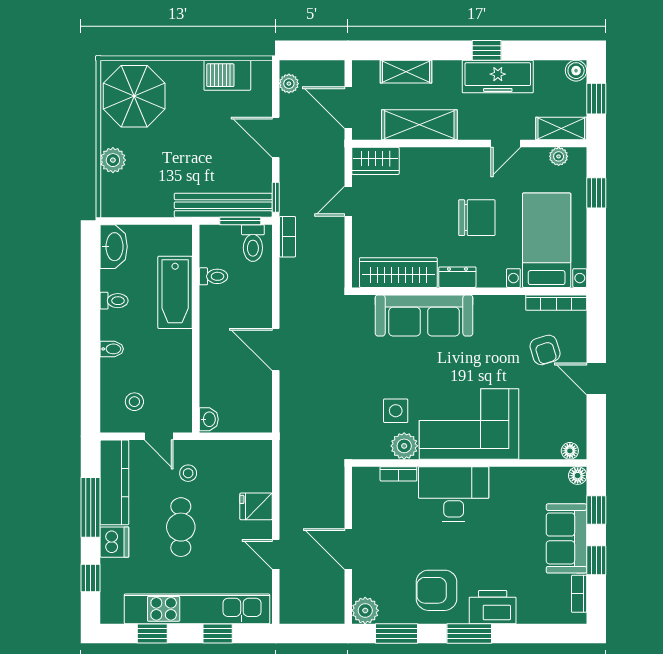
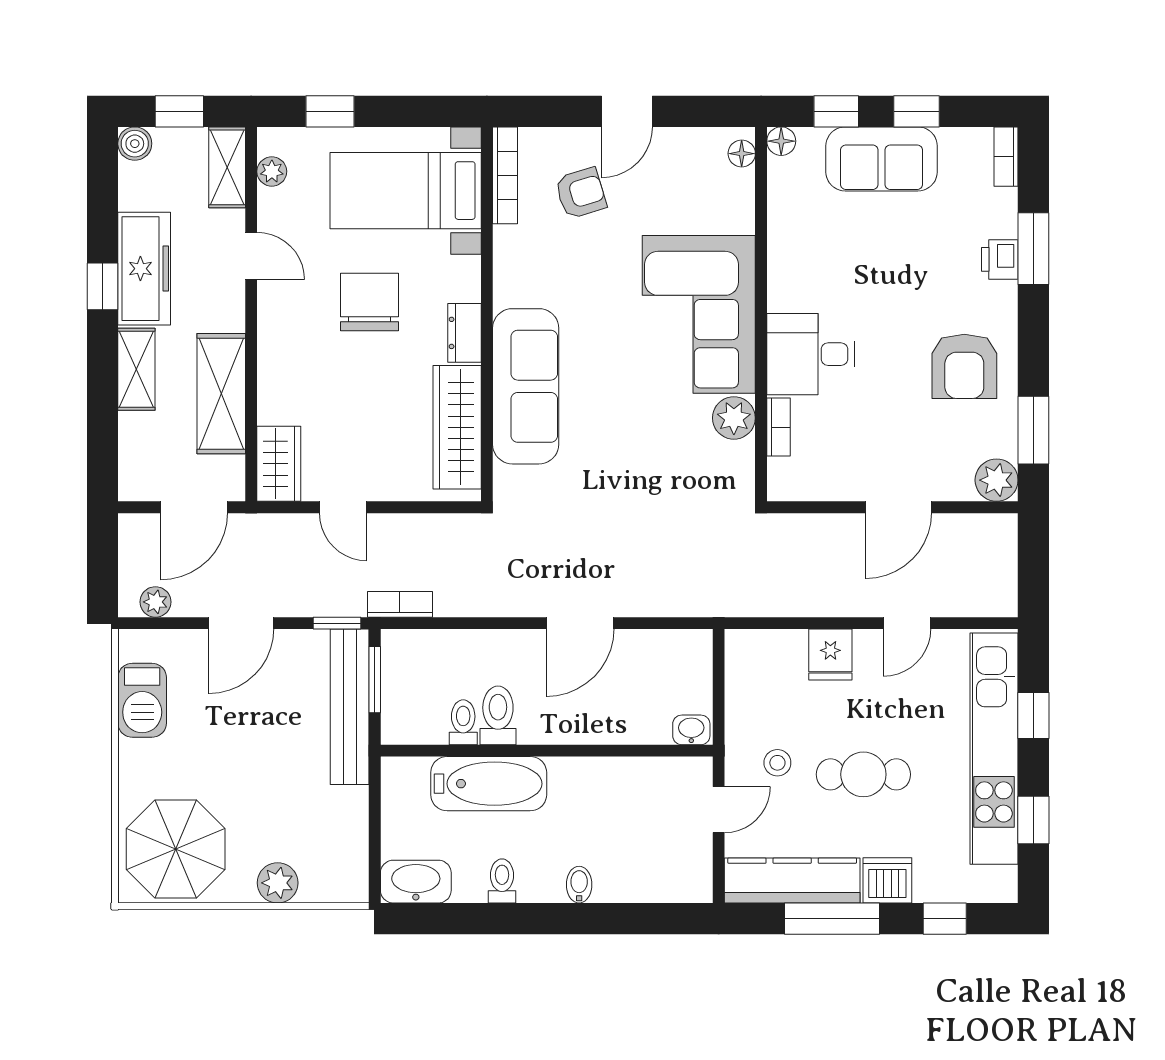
shelving: (406, 72) -> (136, 369), moved
toilet: (253, 243) -> (498, 715), moved, turned -90
stool: (134, 402) -> (663, 848), removed
side table: (396, 411) -> (678, 431), removed
desk: (454, 494) -> (811, 354), width x0.73
bookcase: (579, 594) -> (1006, 157), moved, turned 90
printer: (493, 607) -> (1000, 259), width x0.53, depth x0.68
window: (469, 634) -> (1033, 249), moved

